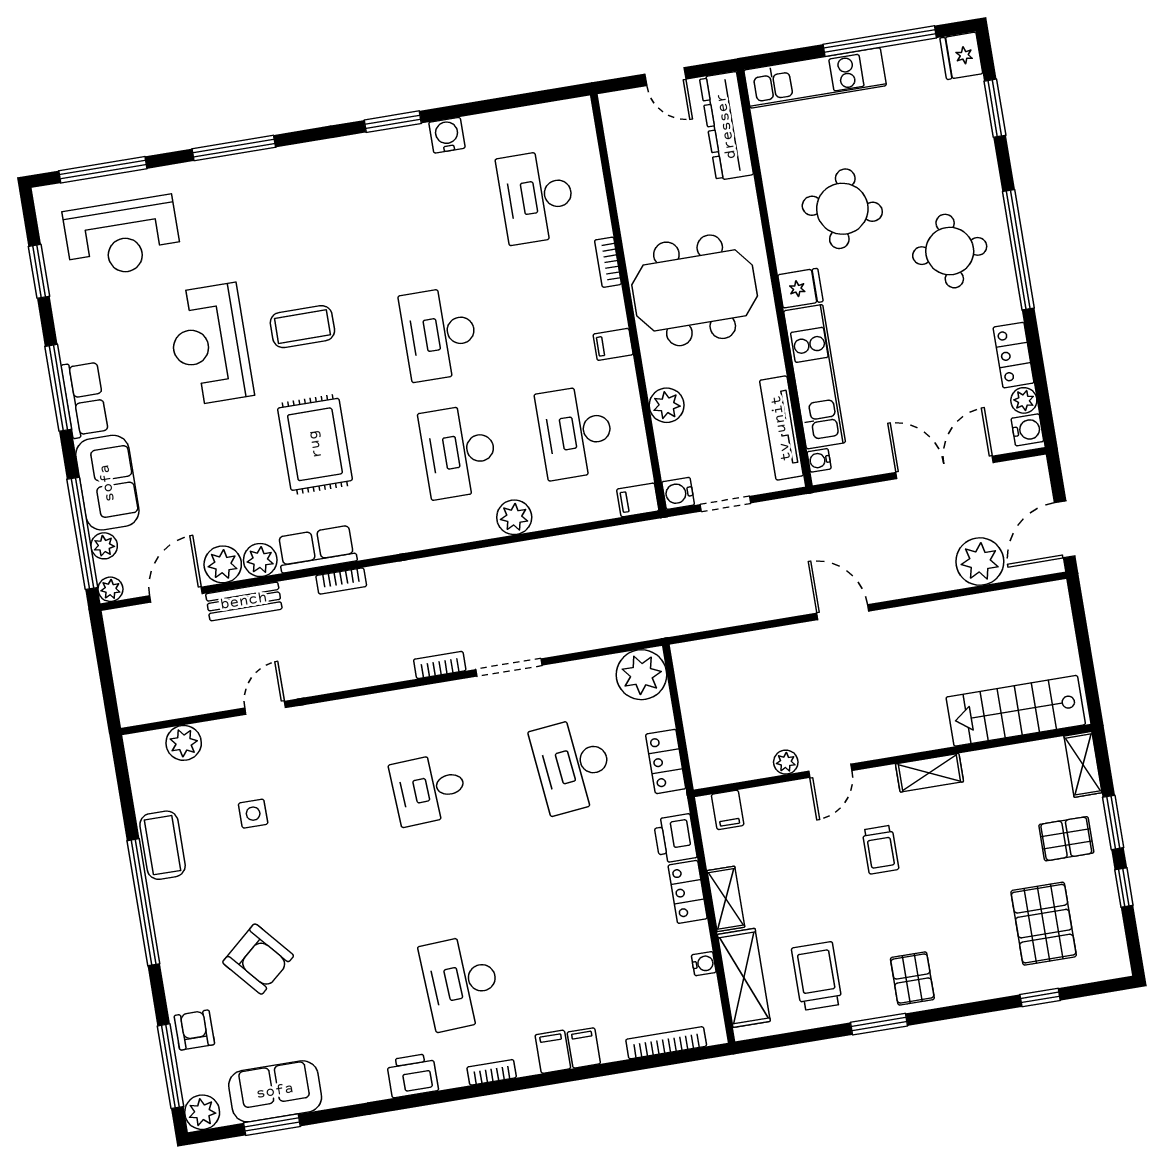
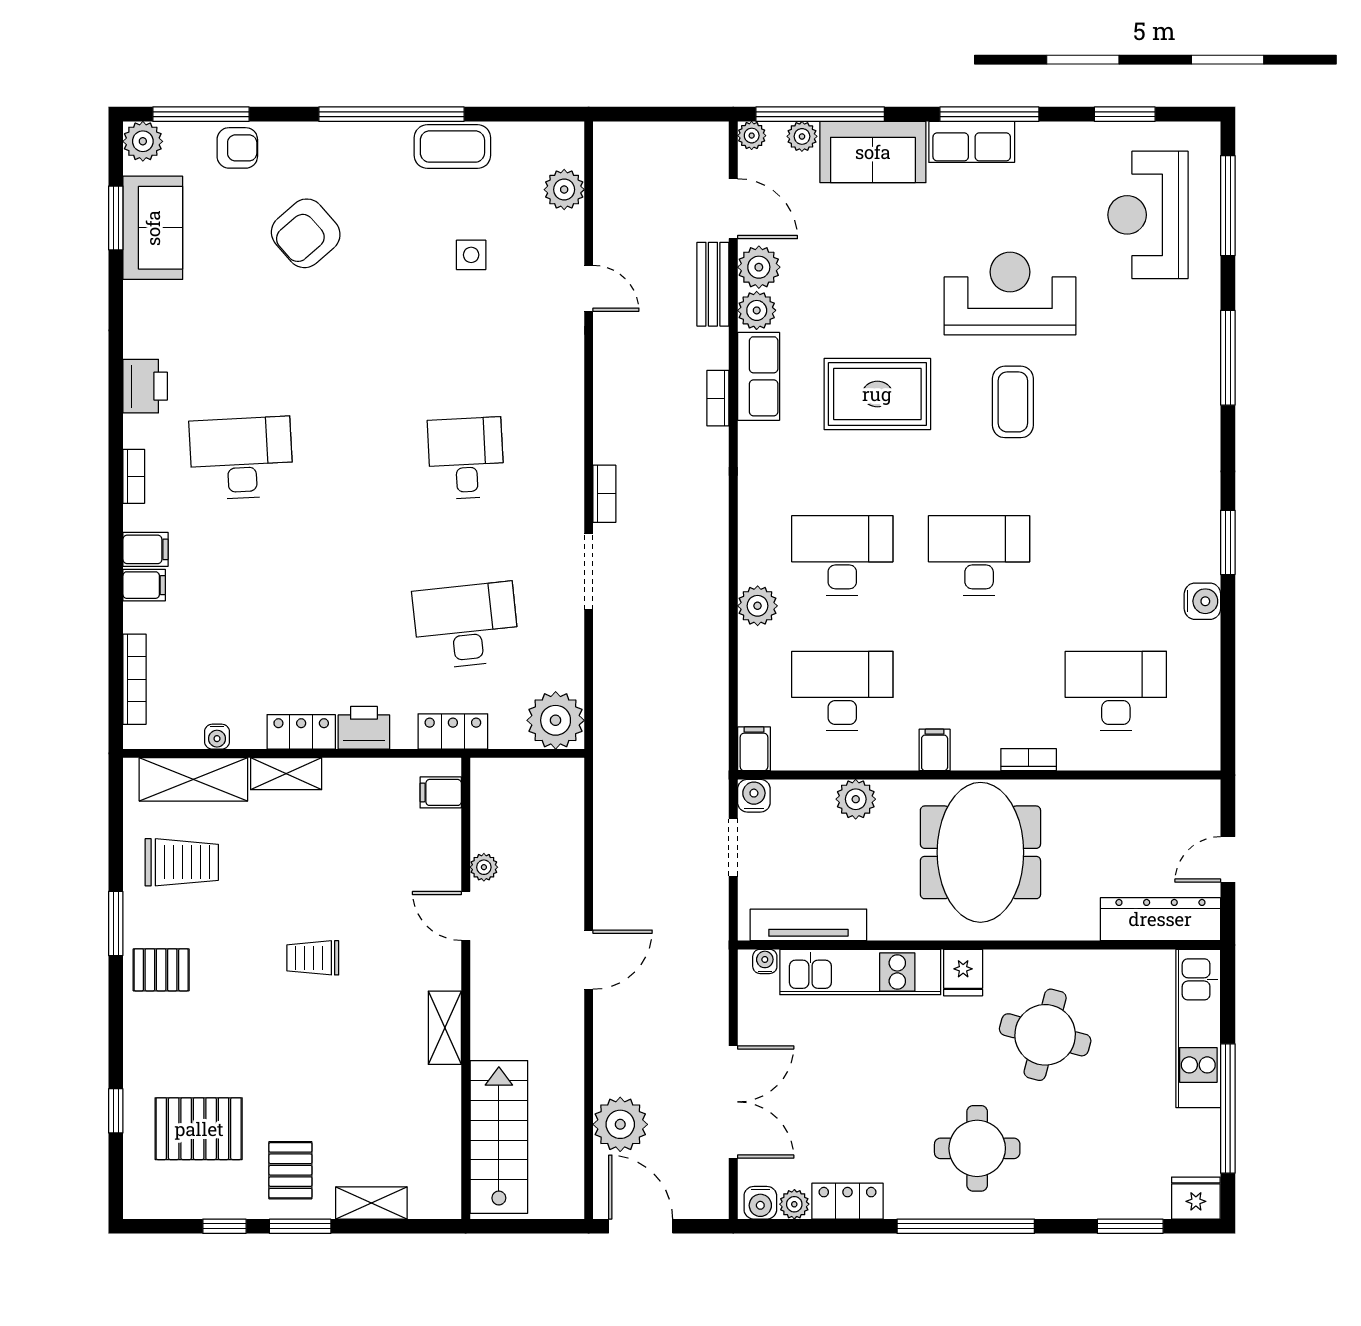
stairs: (1016, 711) -> (499, 1137), moved
wall: (893, 760) -> (466, 988), moved
plant: (786, 762) -> (484, 867), moved
door: (830, 771) -> (466, 916), moved
shelving: (929, 773) -> (445, 1028), moved
filing cabinet: (728, 810) -> (441, 792), moved

